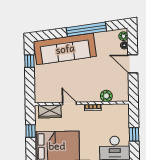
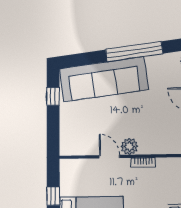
plant: (106, 96) -> (129, 146), moved
wardrobe: (50, 111) -> (81, 168), removed

